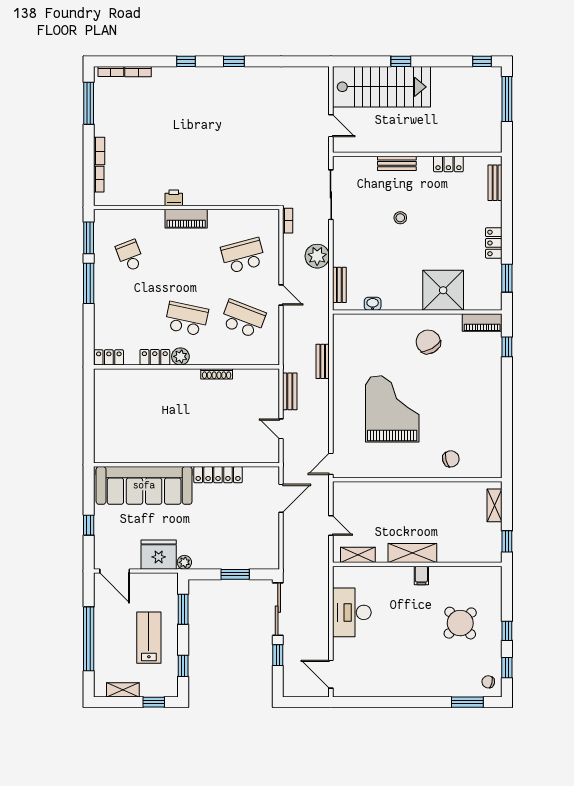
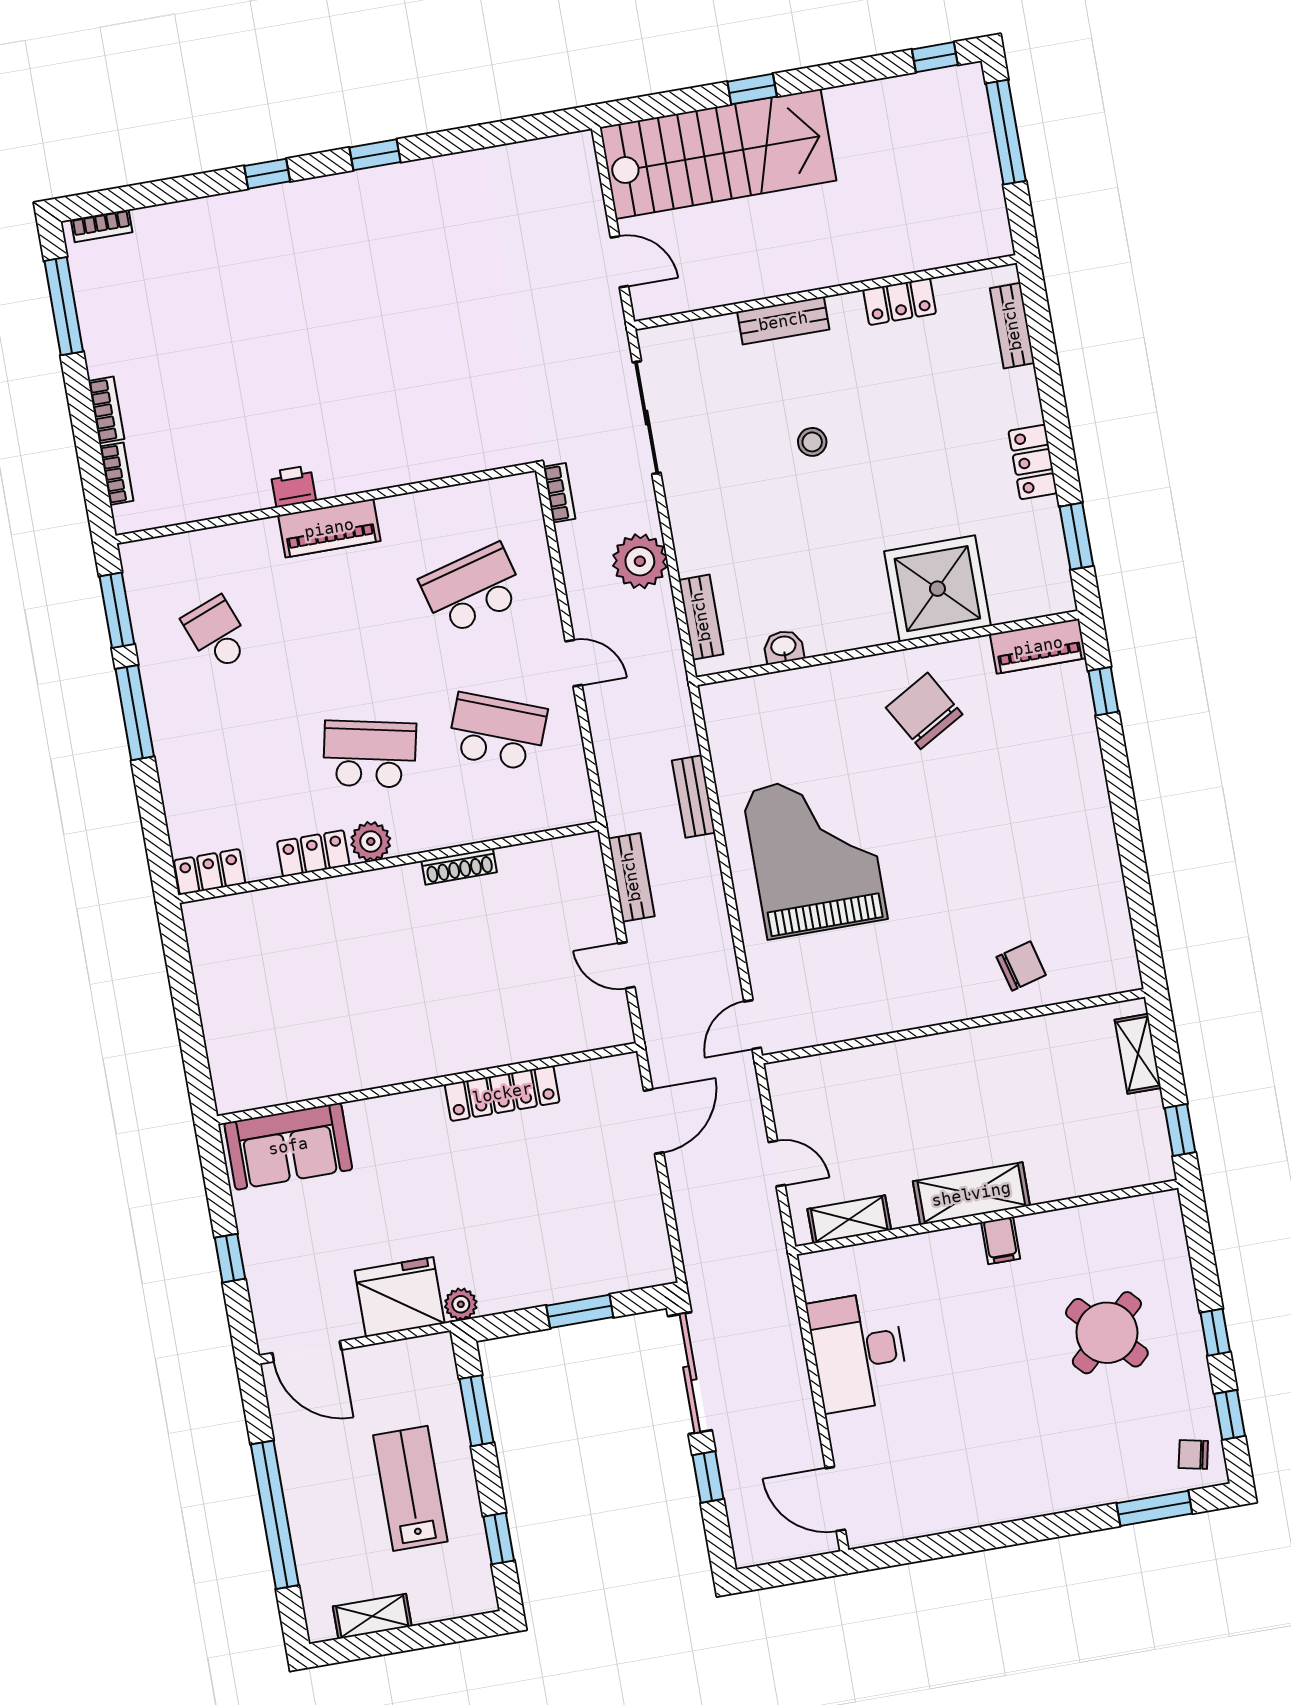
bookcase: (138, 72) -> (163, 216), removed
grand piano: (392, 409) -> (815, 855), moved
sofa: (144, 485) -> (288, 1146), width x0.54, depth x0.79
window: (154, 702) -> (447, 1632), removed

